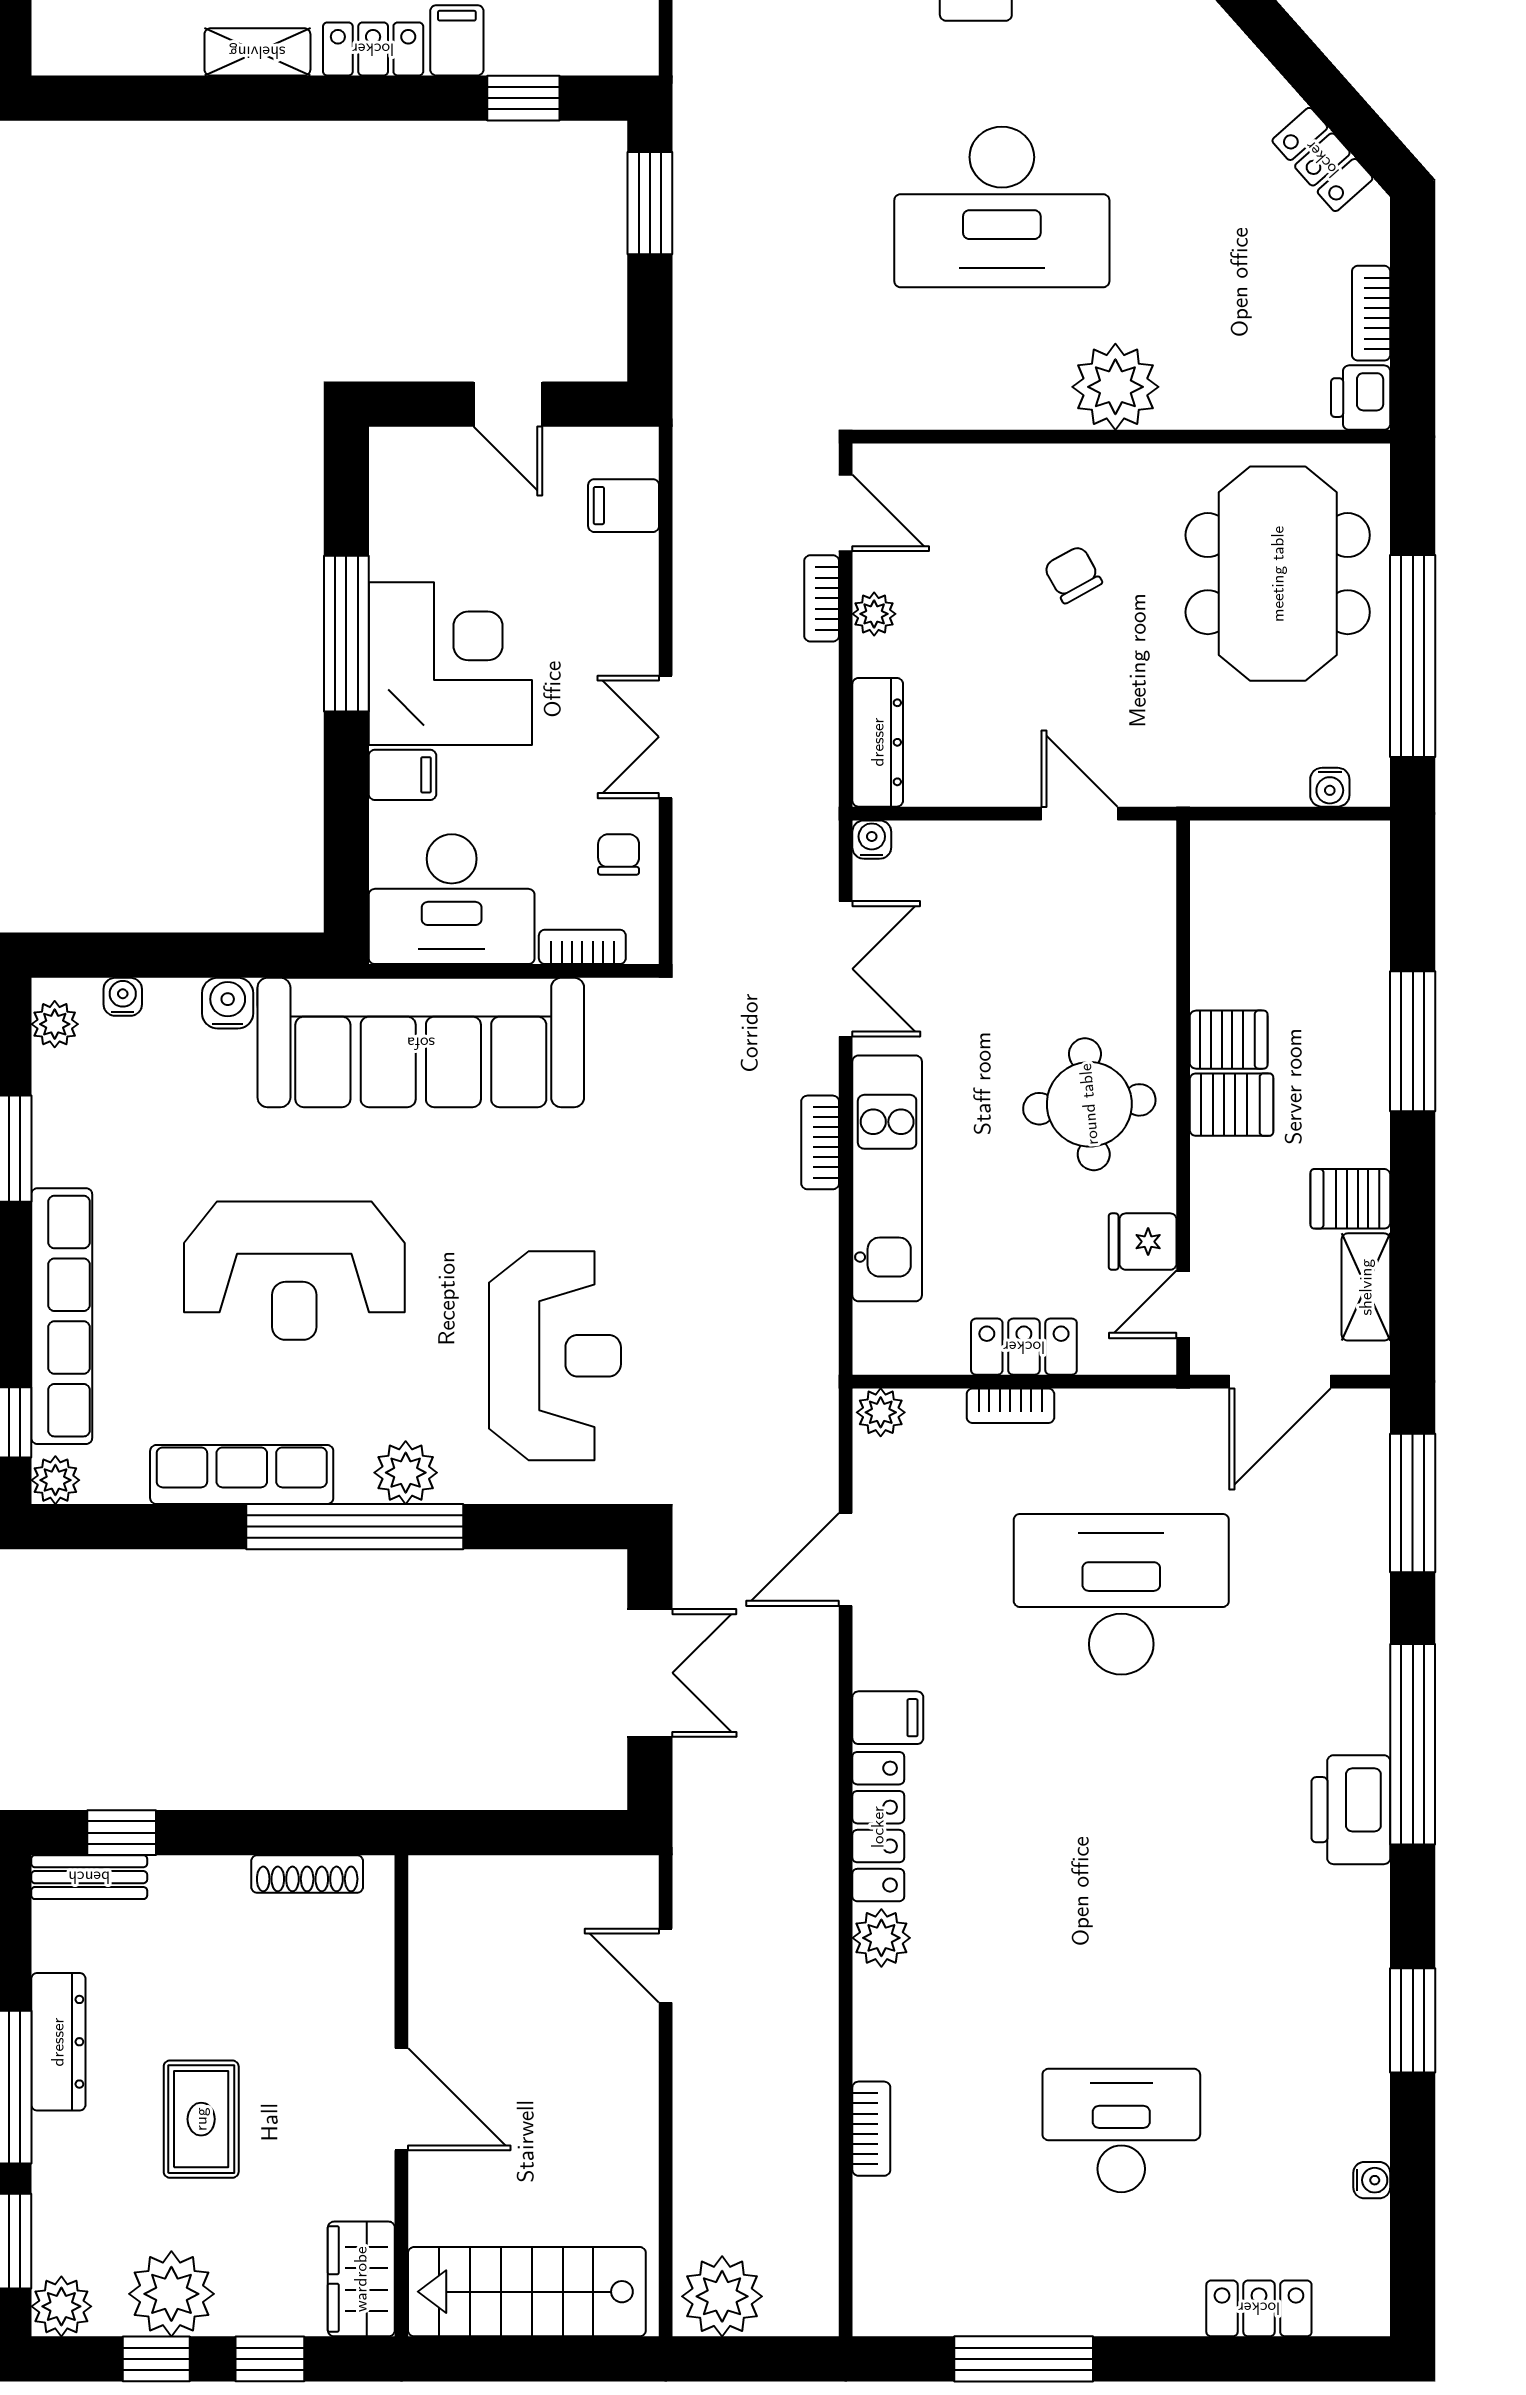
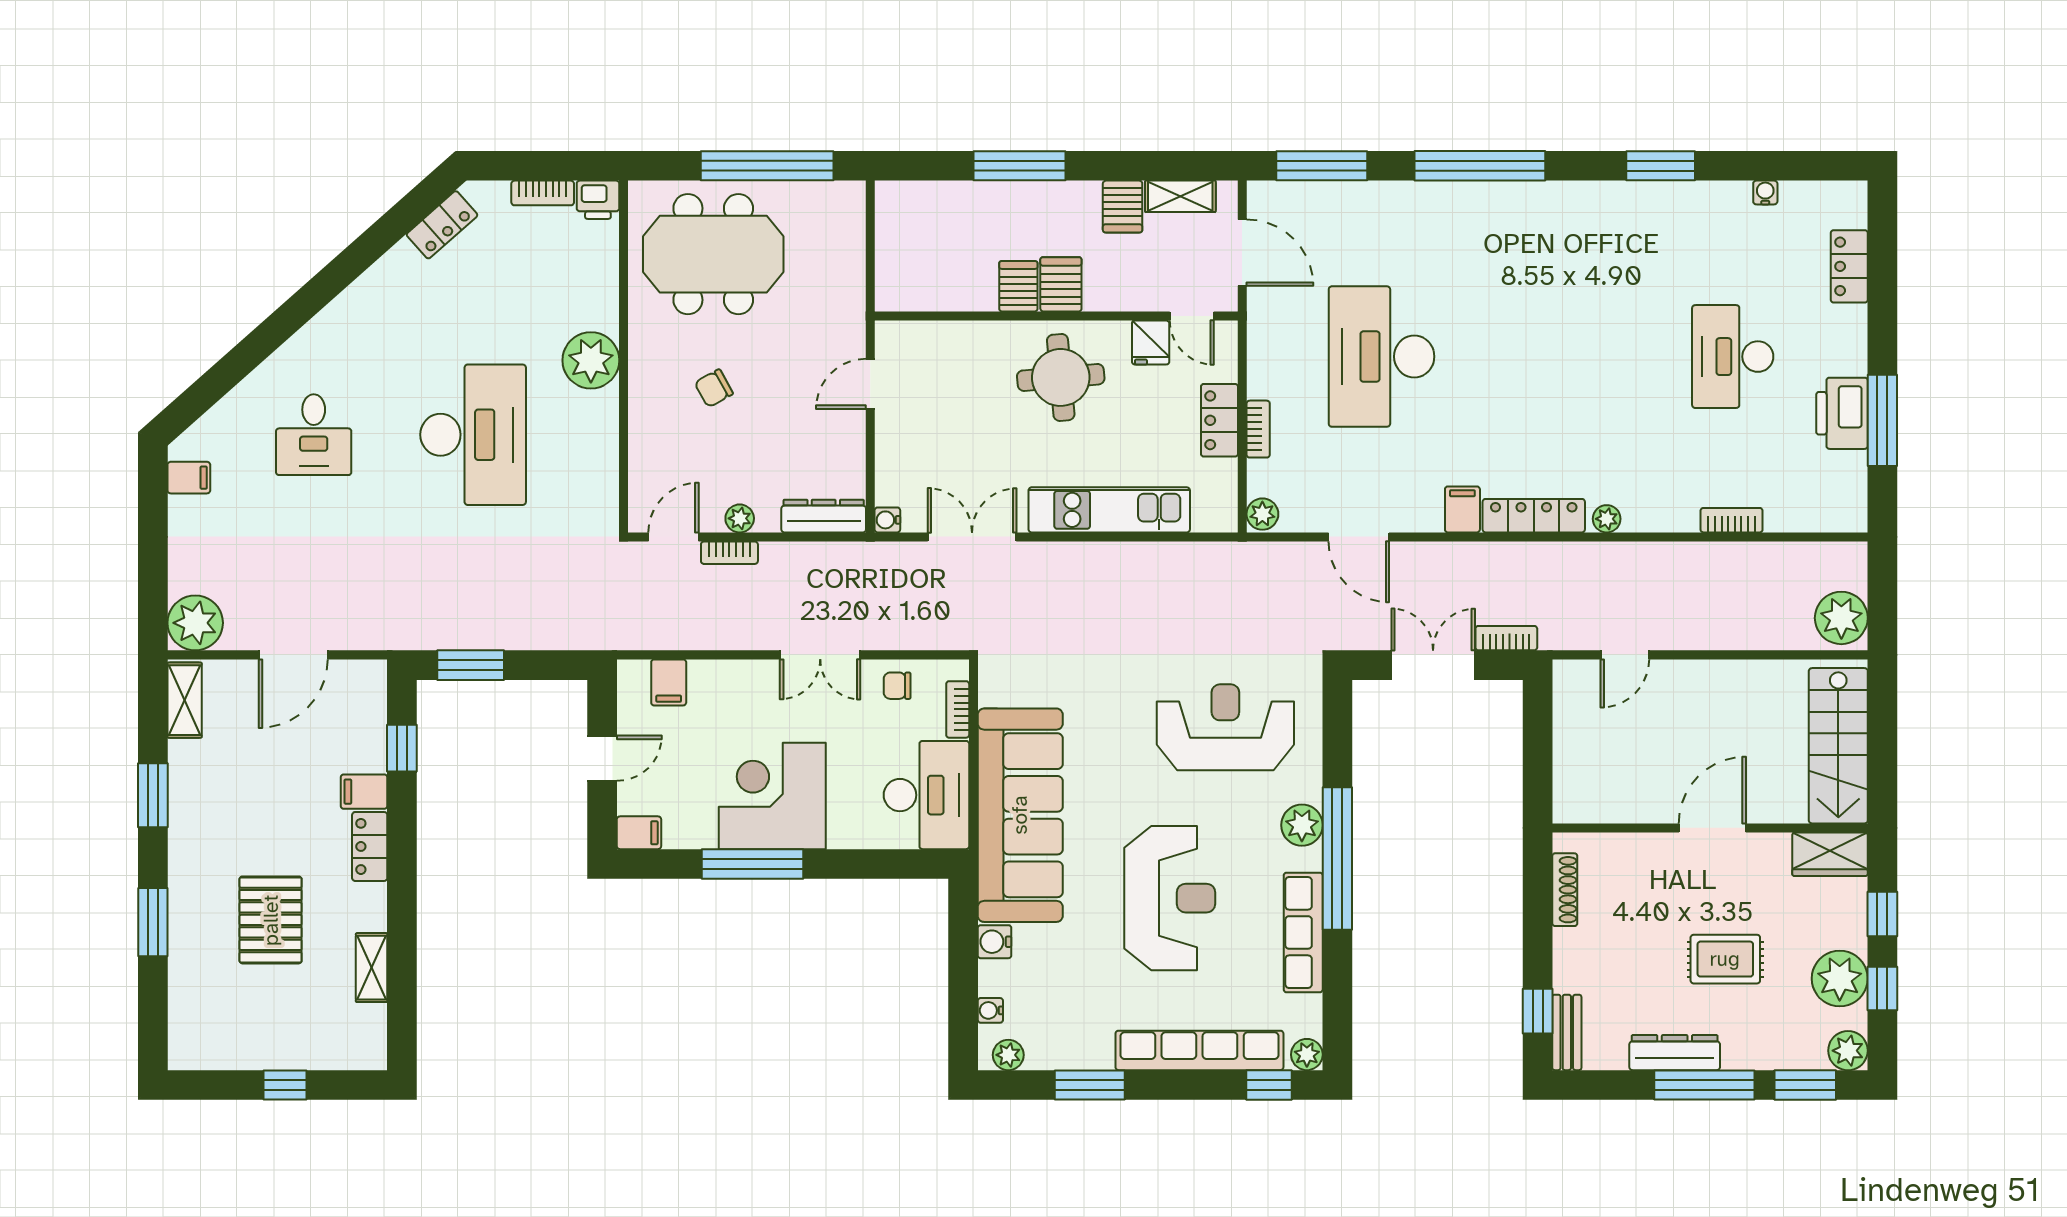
shelving: (257, 52) -> (372, 968), moved
filing cabinet: (402, 775) -> (639, 833), moved, turned 90
water cooler: (1330, 787) -> (853, 220), removed
bookcase: (820, 1142) -> (1506, 638), moved, turned 180
printer: (1351, 1810) -> (1842, 413), moved, turned 90
plant: (881, 1938) -> (1607, 519), width x0.73, depth x0.73

